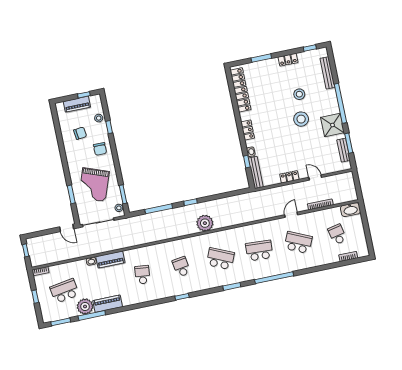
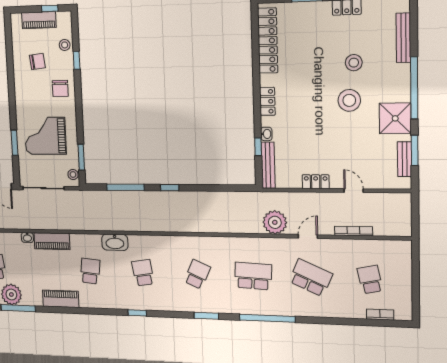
grand piano: (94, 185) -> (45, 136), turned 70
washbasin: (350, 210) -> (115, 242), moved
plant: (205, 223) -> (275, 222), moved
school desk: (220, 259) -> (197, 274), width x0.54
piano: (108, 304) -> (61, 299), moved

